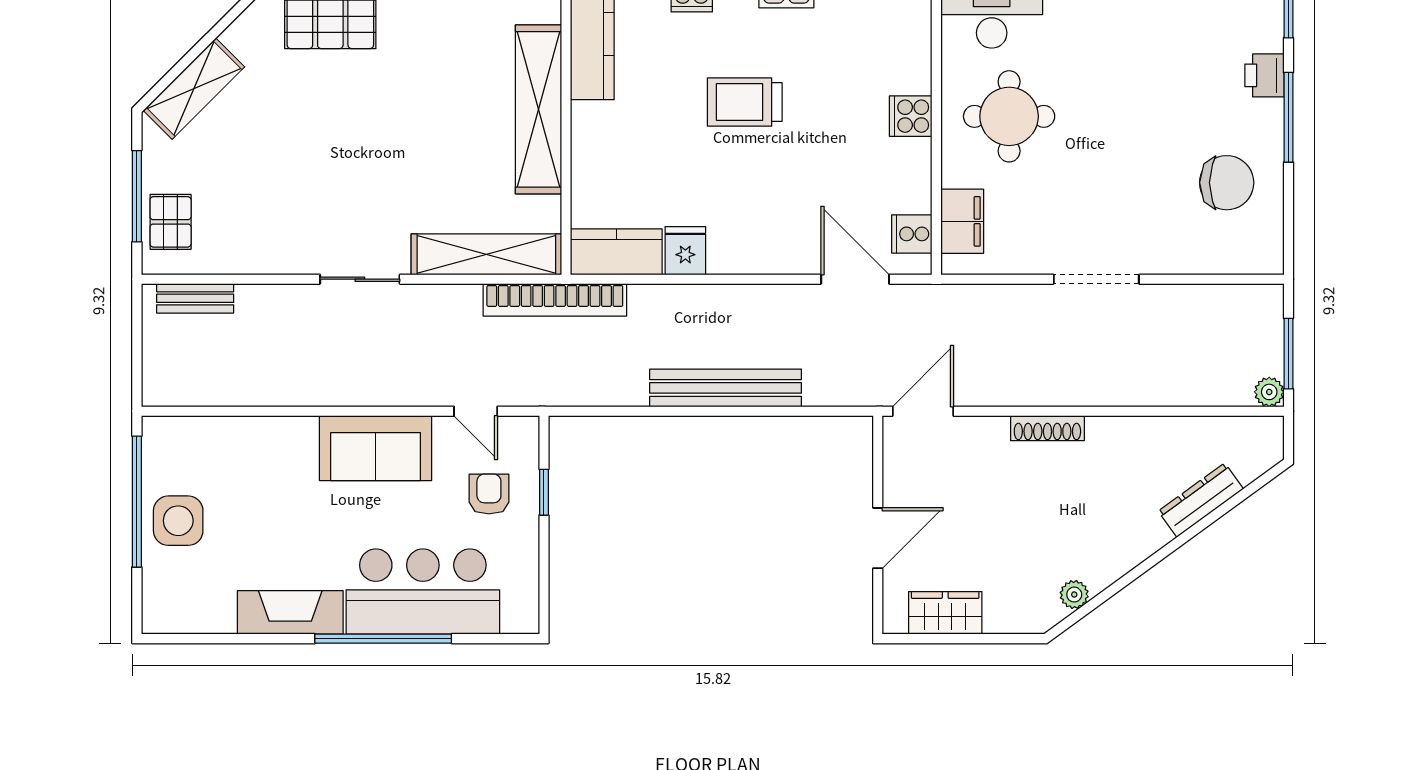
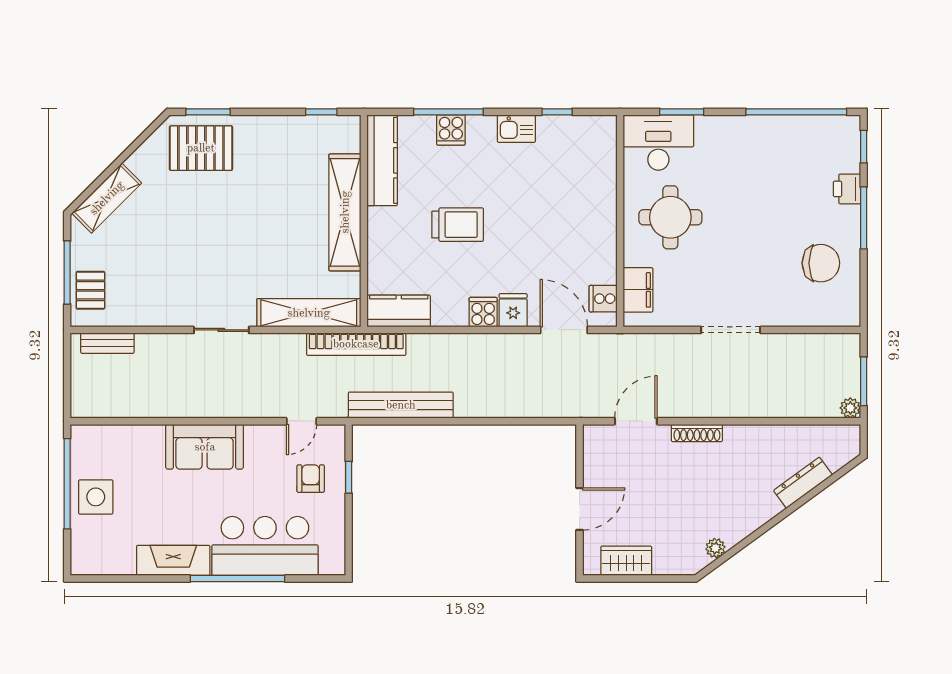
trolley: (745, 102) -> (458, 225), moved, turned 180
cooker: (911, 116) -> (483, 312), moved, turned 90
fridge: (685, 251) -> (513, 310), moved
bench: (726, 388) -> (401, 405), moved
door: (476, 411) -> (301, 421), hinge flipped
door: (923, 411) -> (636, 421), moved
sofa: (376, 448) -> (205, 447), moved

